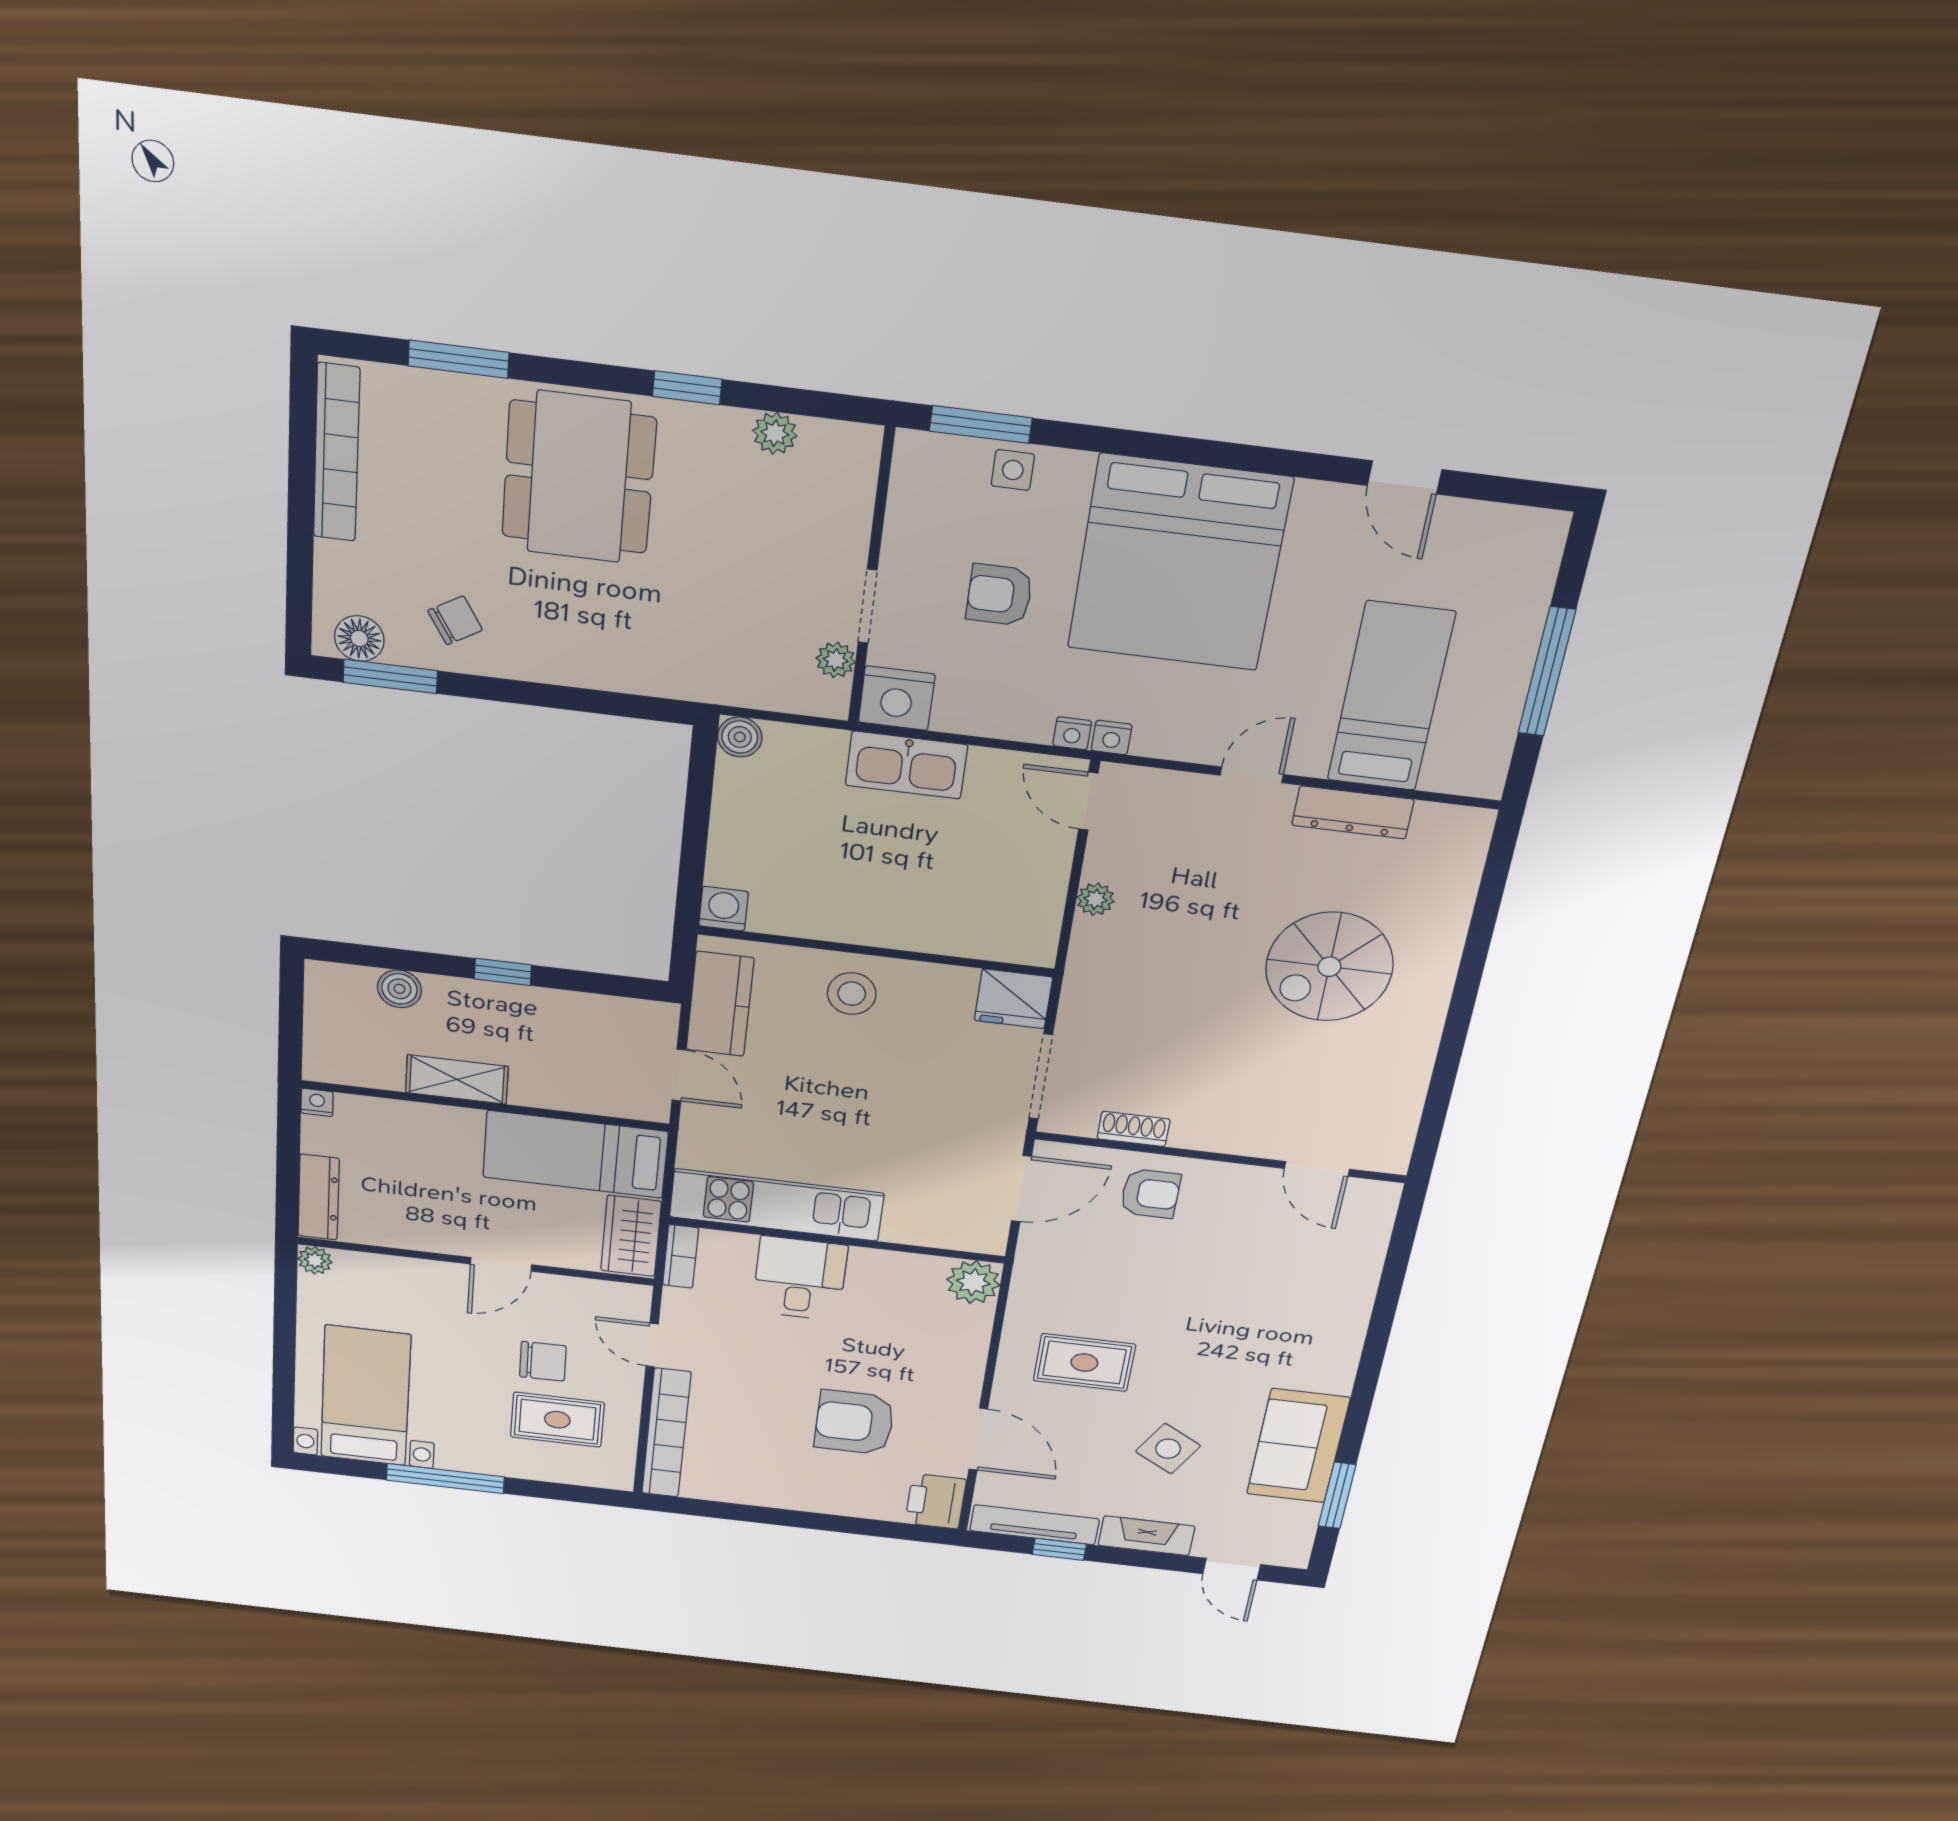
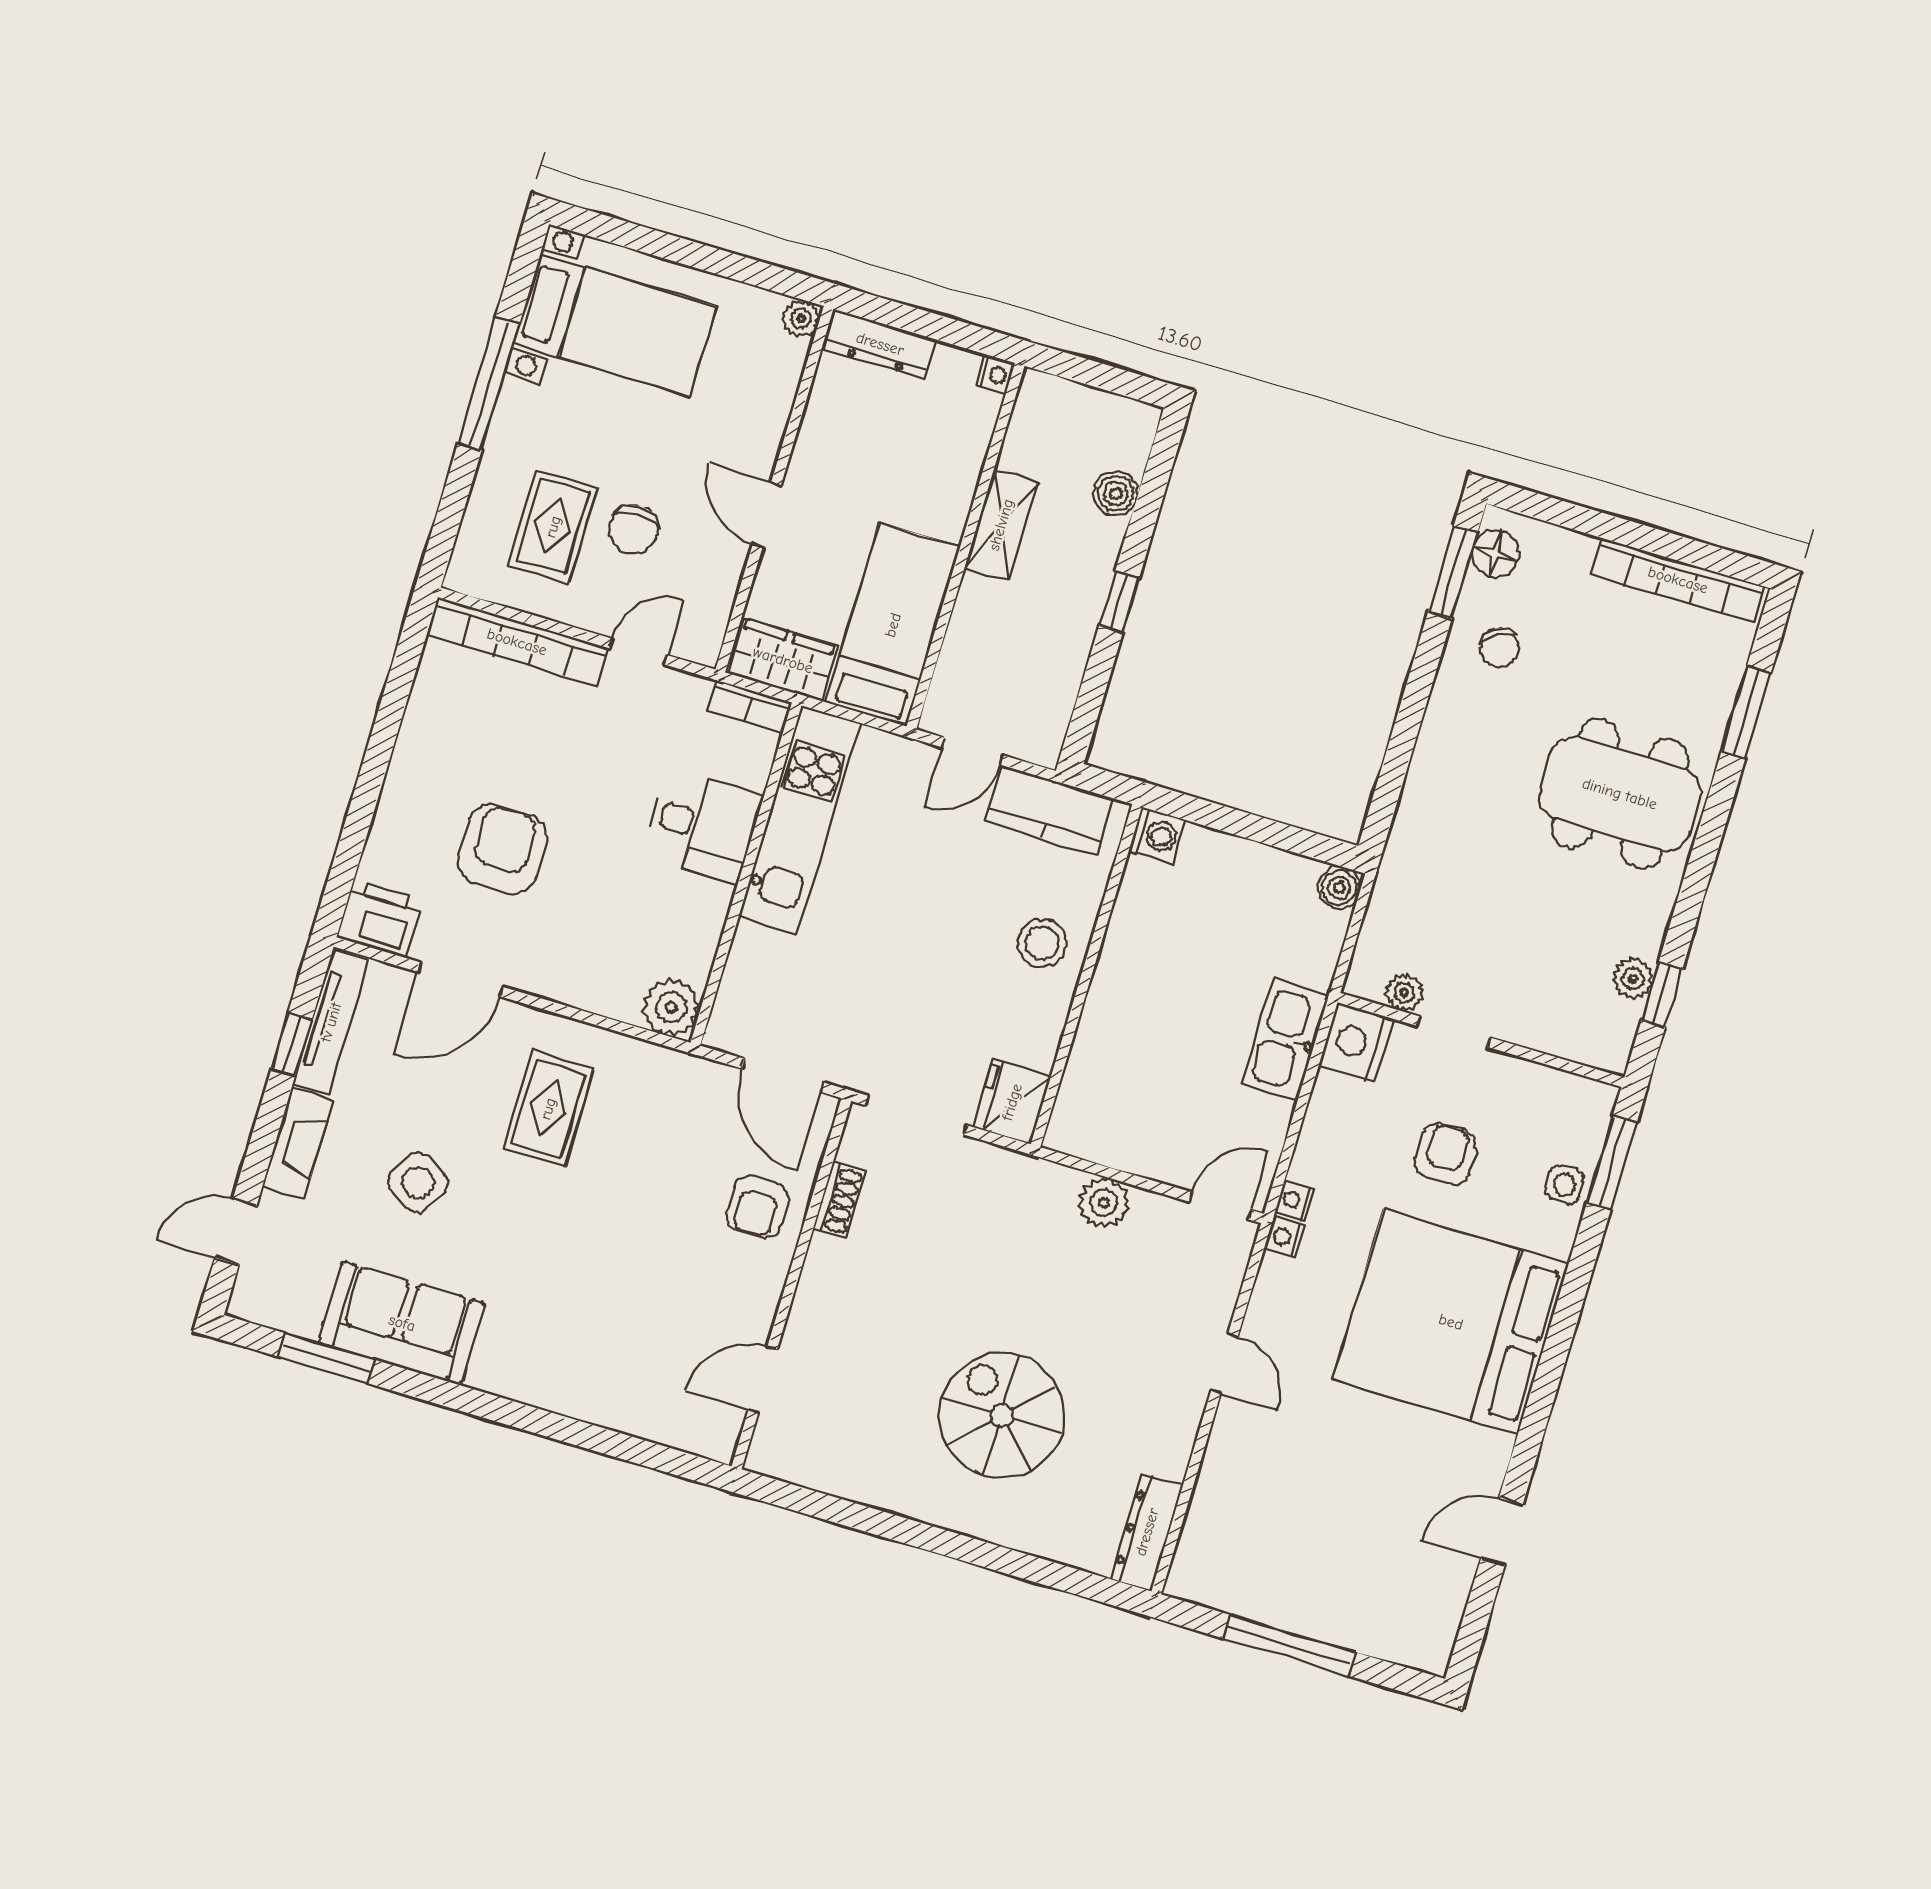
window: (687, 388) -> (1662, 995), moved
bed: (1391, 697) -> (1286, 1501), removed
dresser: (1353, 812) -> (1147, 1532), moved
plant: (1096, 899) -> (1104, 1203), width x1.38, depth x1.38

